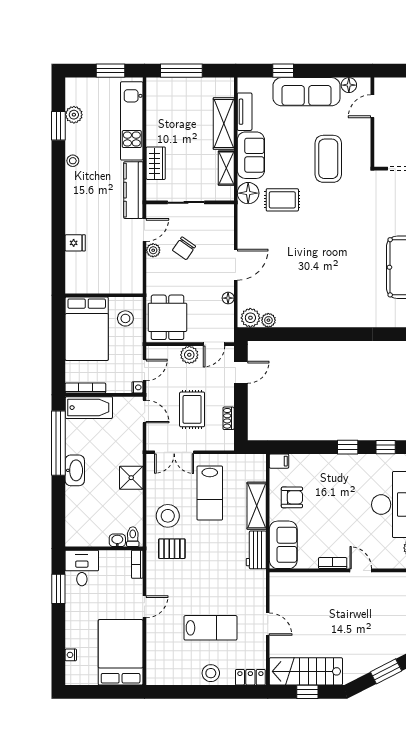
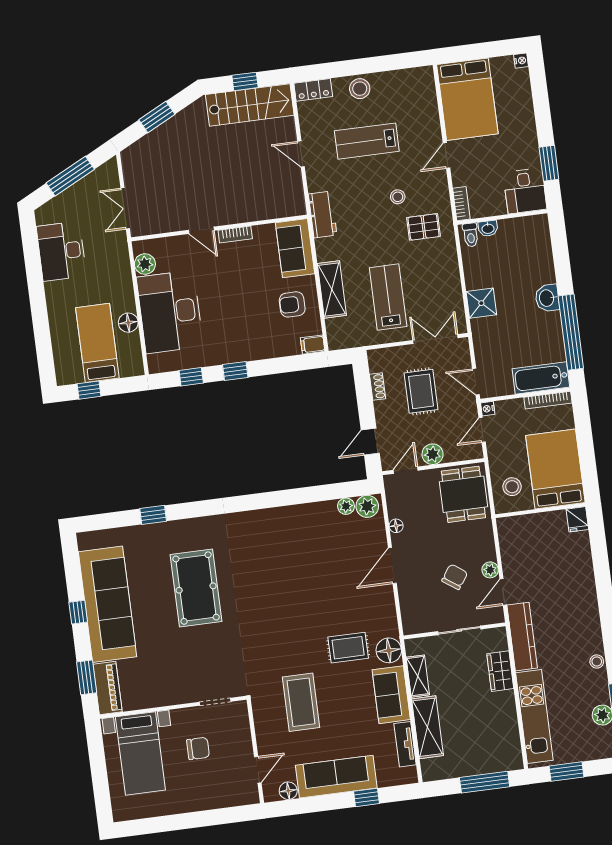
fridge: (75, 243) -> (577, 519), moved, turned -90
washbasin: (75, 470) -> (547, 298), width x0.72
stool: (168, 516) -> (398, 197), moved, width x0.53, depth x0.53
workbench: (256, 550) -> (323, 215), moved
nightstand: (71, 655) -> (521, 61), moved

